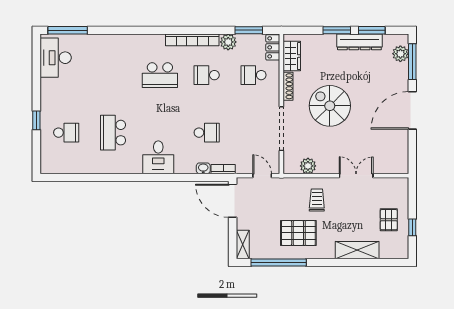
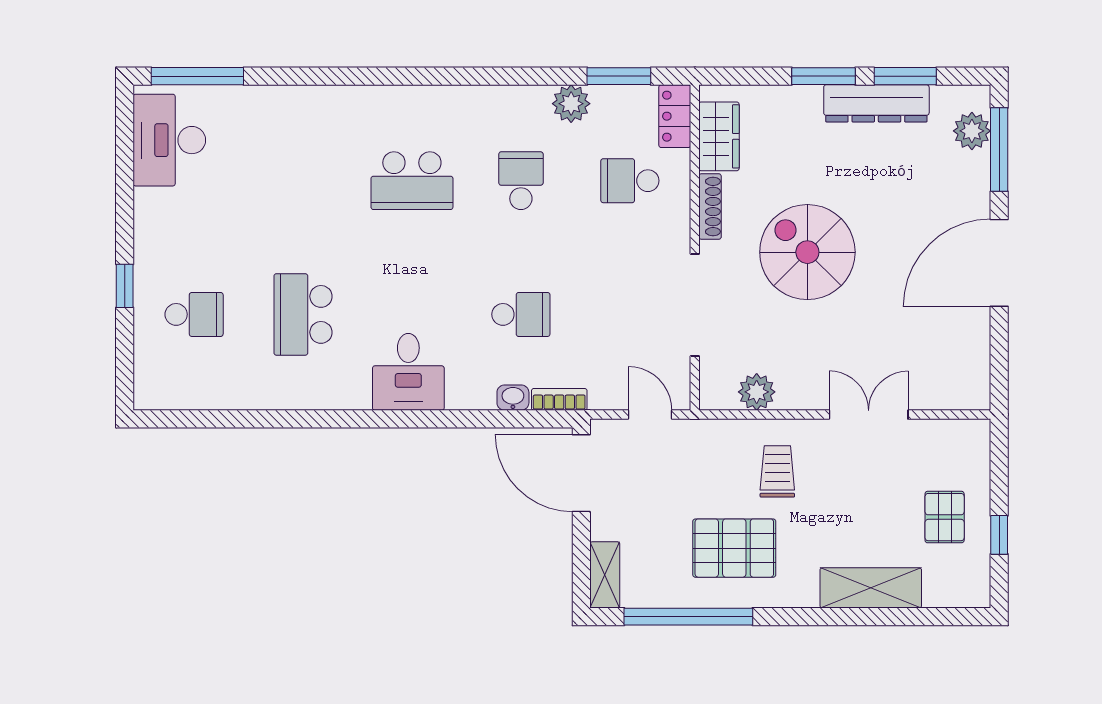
bookcase: (192, 40) -> (487, 99), removed
school desk: (207, 75) -> (521, 181), turned 90

